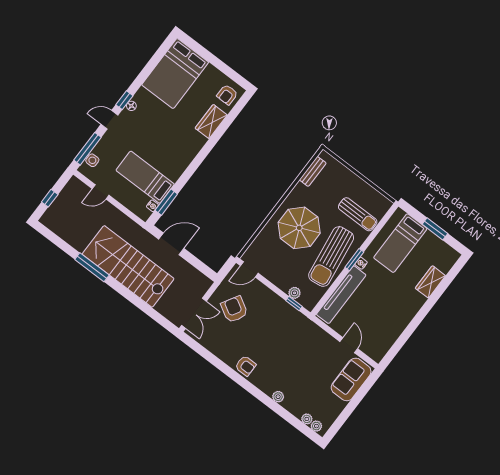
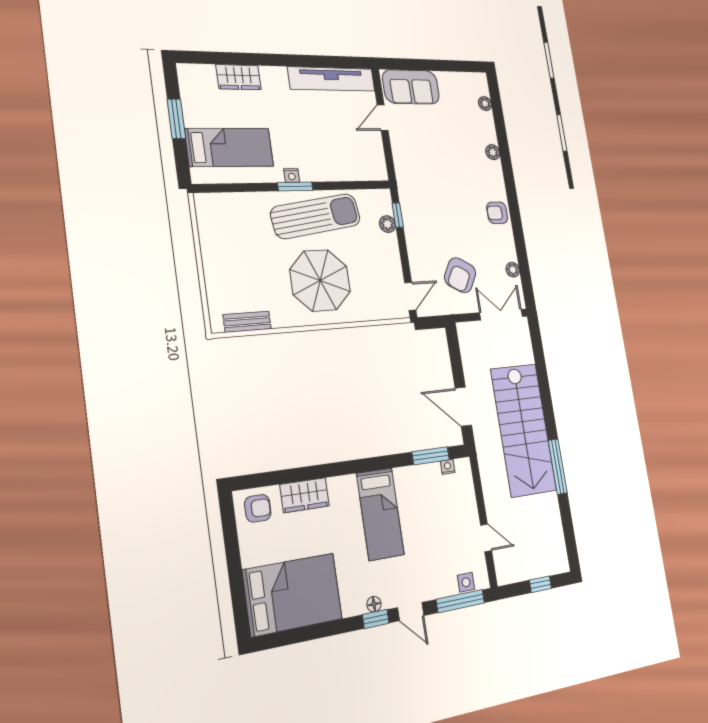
bed: (145, 177) -> (380, 514), moved
sun lounger: (358, 214) -> (244, 225), removed
door: (249, 269) -> (410, 296), hinge flipped
tv unit: (341, 295) -> (332, 79), moved, turned 180
armchair: (246, 366) -> (497, 213), turned -90
plant: (316, 426) -> (513, 270), moved

